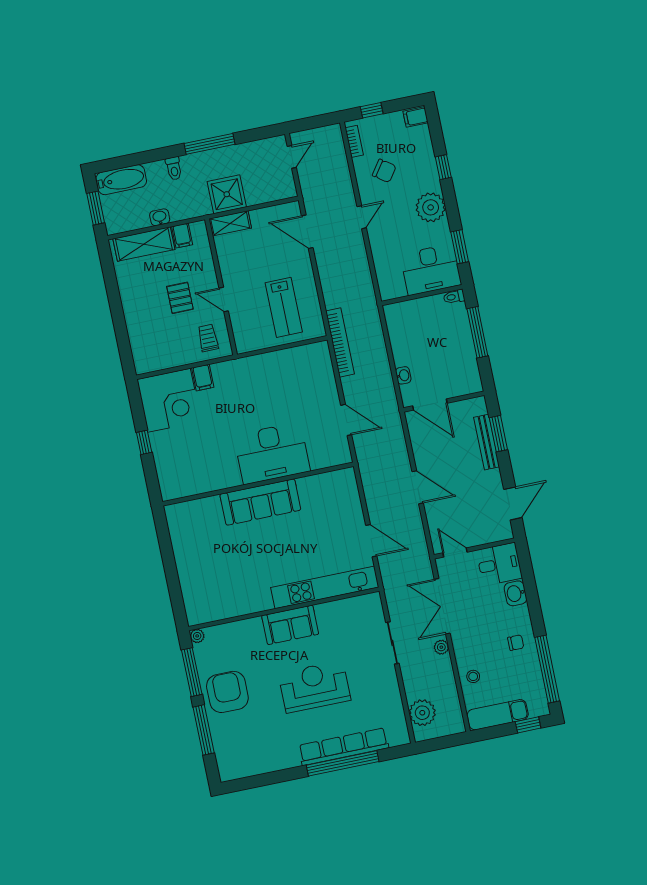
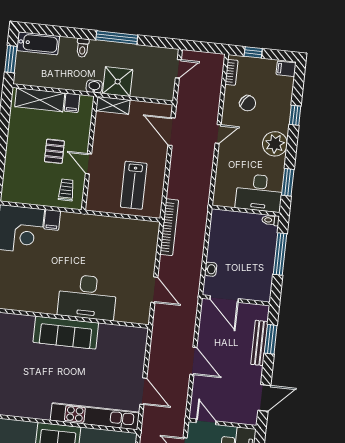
washbasin: (160, 217) -> (94, 86), moved

